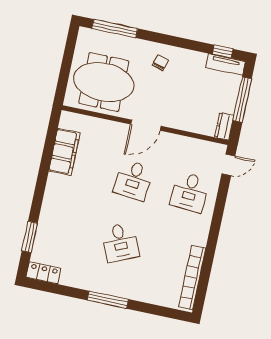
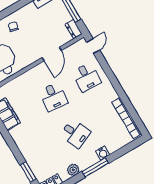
door: (146, 125) -> (52, 54), moved
plant: (81, 280) -> (73, 170), added
water cooler: (131, 292) -> (103, 153), added

